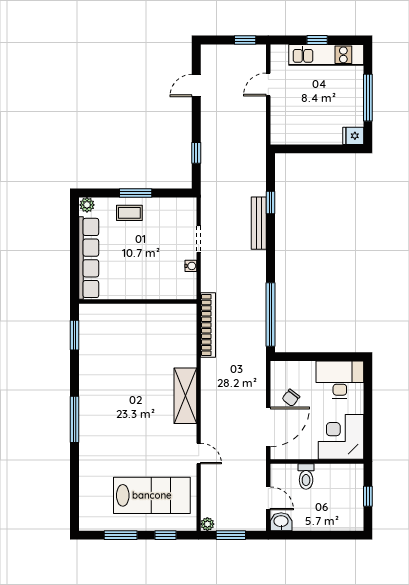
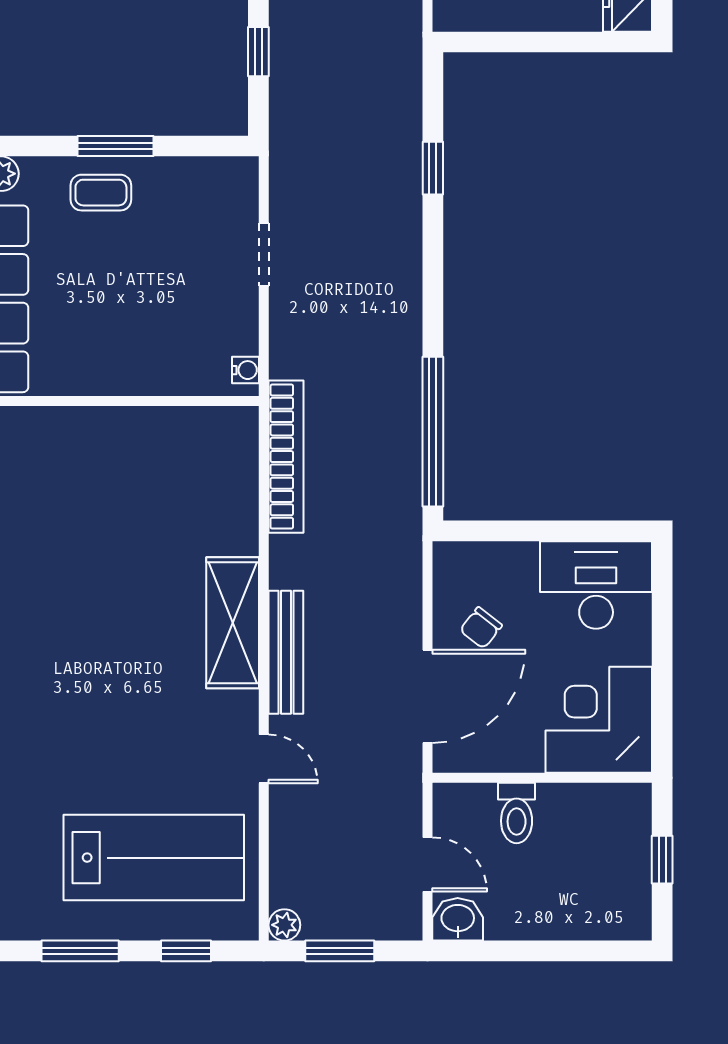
bench: (259, 223) -> (286, 652), moved
water cooler: (191, 266) -> (246, 370), moved

